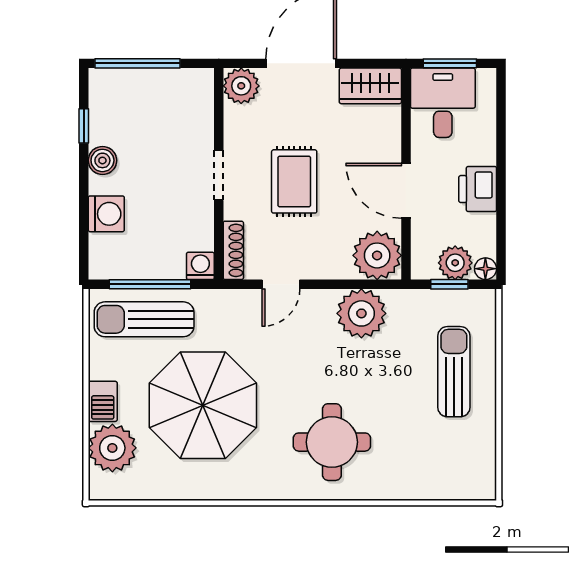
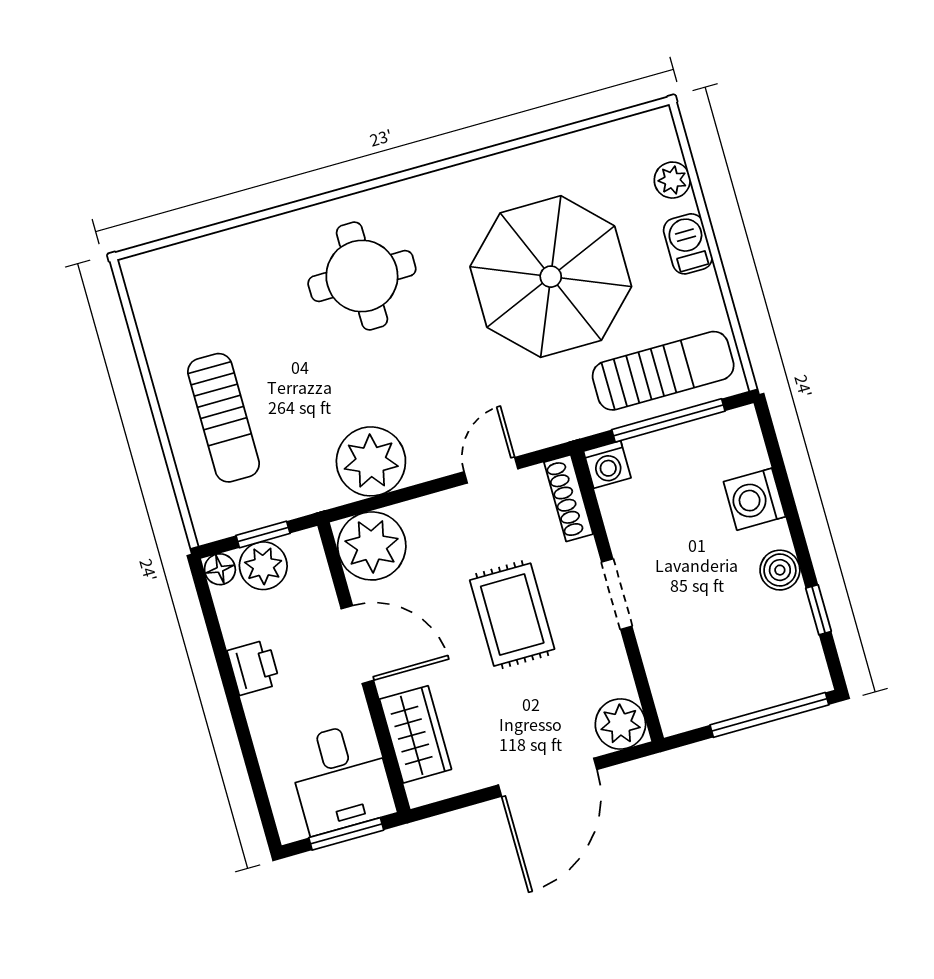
wardrobe: (370, 86) -> (416, 734), moved, turned 90
printer: (478, 189) -> (254, 667), width x0.73, depth x0.81
plant: (112, 448) -> (672, 180), width x0.53, depth x0.53

